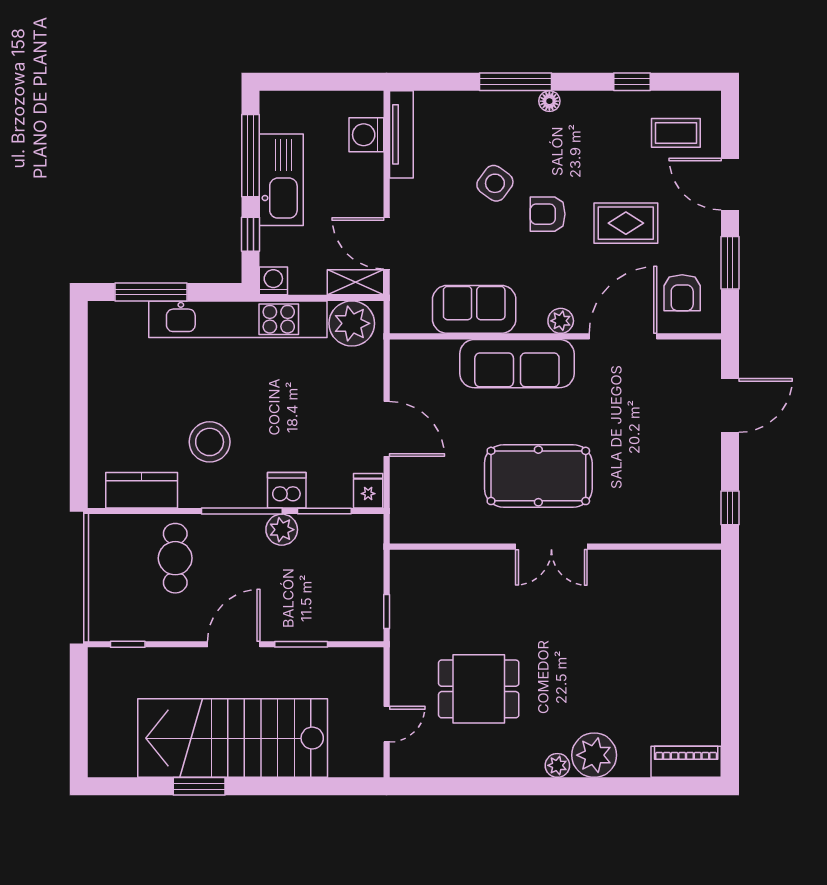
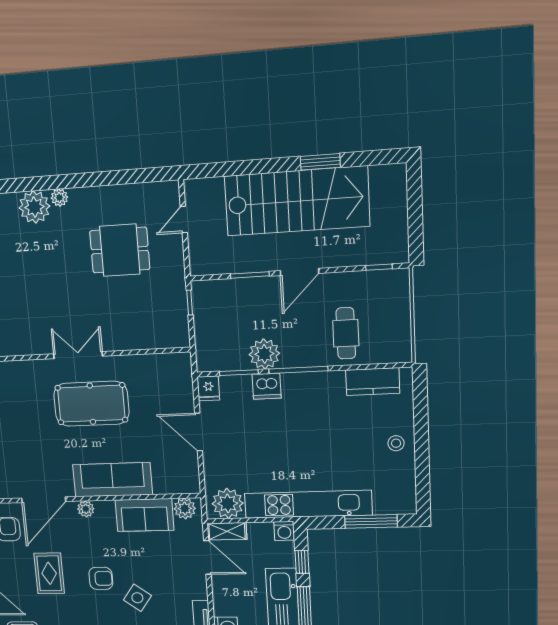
rug: (626, 223) -> (49, 573), turned 90
plant: (414, 318) -> (185, 509), added
stool: (210, 442) -> (396, 443), moved, width x0.53, depth x0.53
plant: (282, 530) -> (264, 354), width x1.36, depth x1.36

